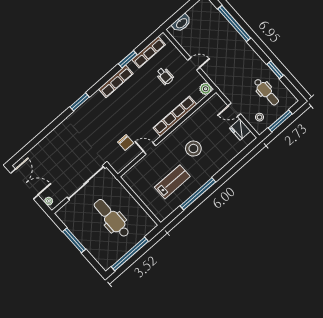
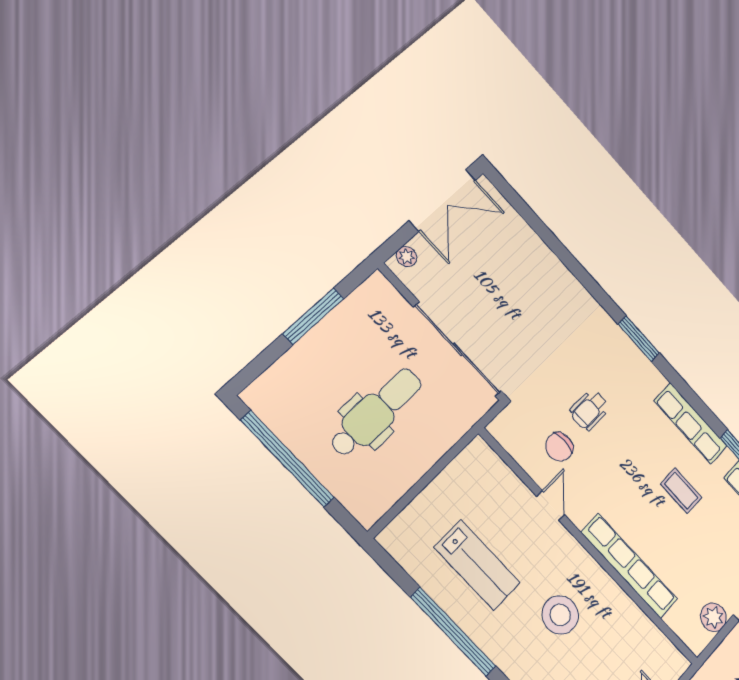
wheelchair: (165, 76) -> (590, 410), moved
coffee table: (144, 89) -> (681, 491), added
plant: (206, 89) -> (713, 617), moved

